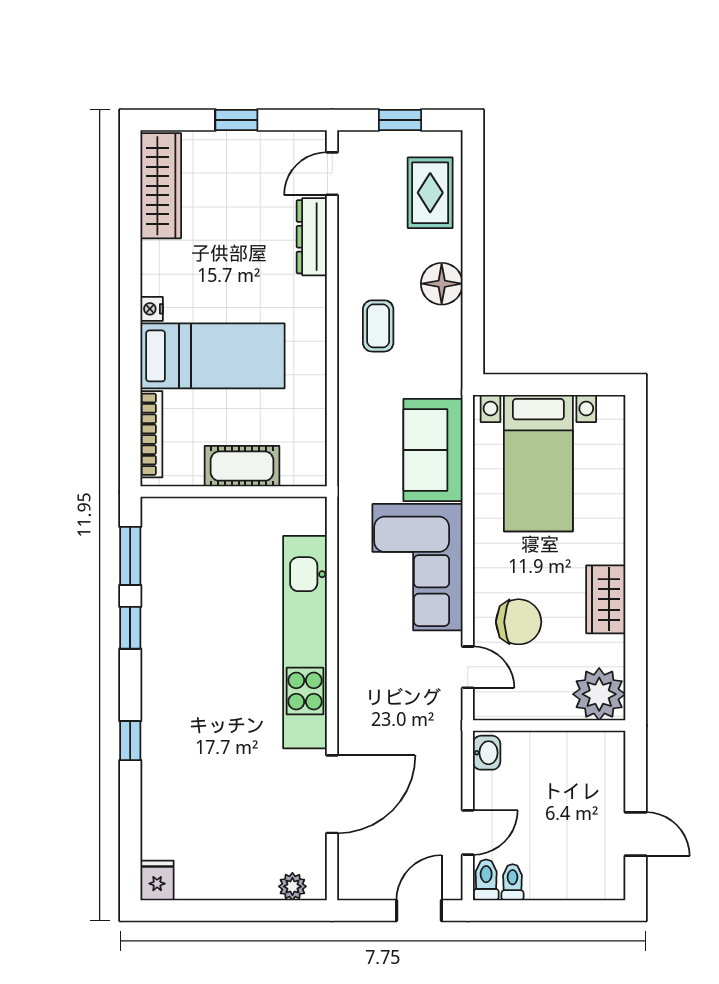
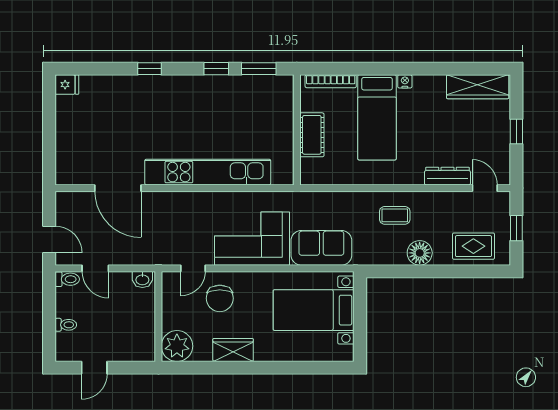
toilet: (513, 882) -> (66, 325), moved
plant: (292, 886) -> (63, 165), removed

